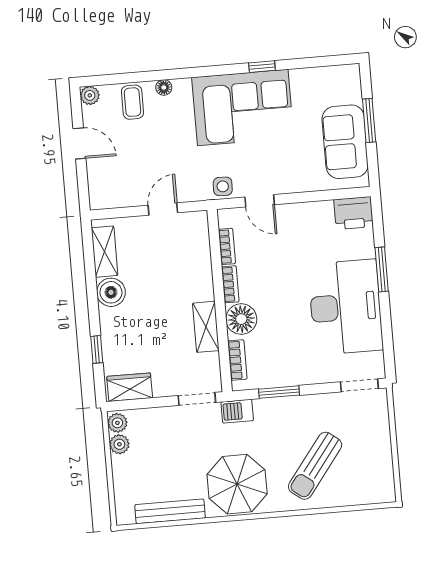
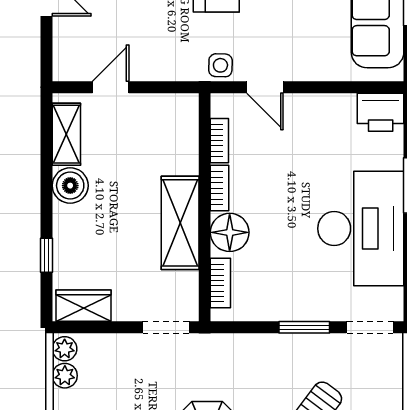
door: (163, 209) -> (111, 87), moved
shelving: (206, 327) -> (180, 223), width x1.50, depth x1.33
window: (279, 392) -> (304, 327), moved
barbecue: (237, 411) -> (215, 347), removed

